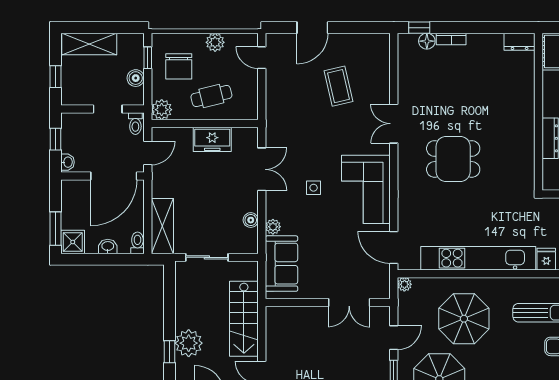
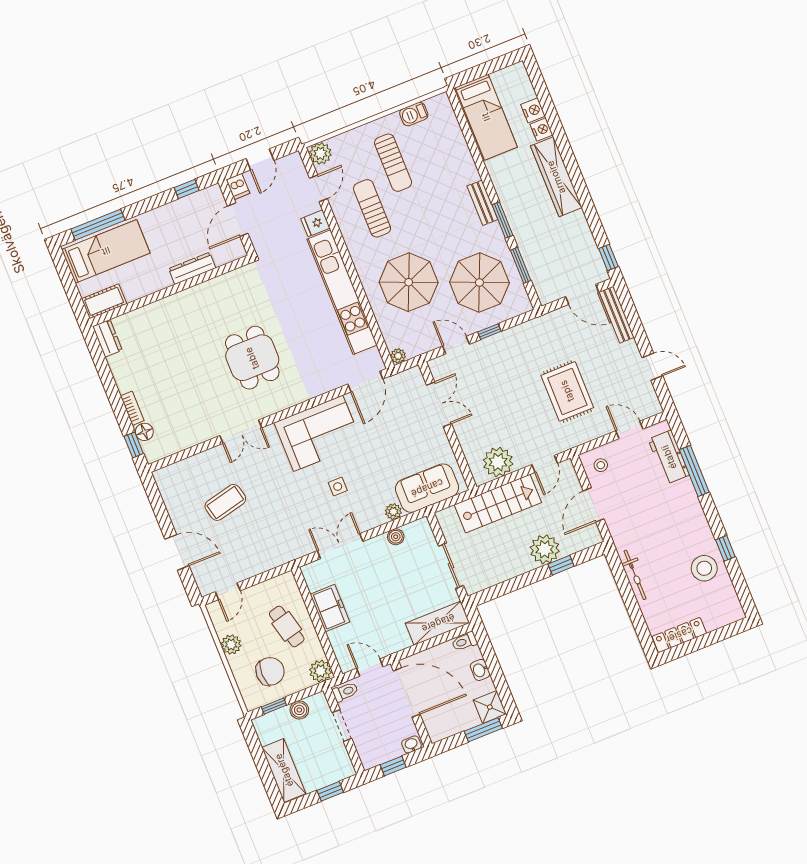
plant: (279, 333) -> (498, 462), added

